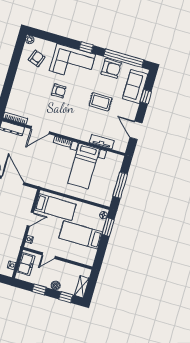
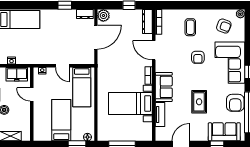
coffee table: (29, 90) -> (190, 27), added
sofa: (77, 131) -> (164, 87), added

